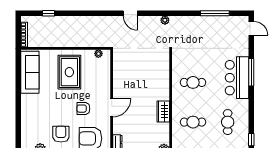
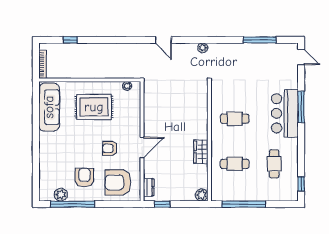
rug: (69, 72) -> (94, 107), turned 90

